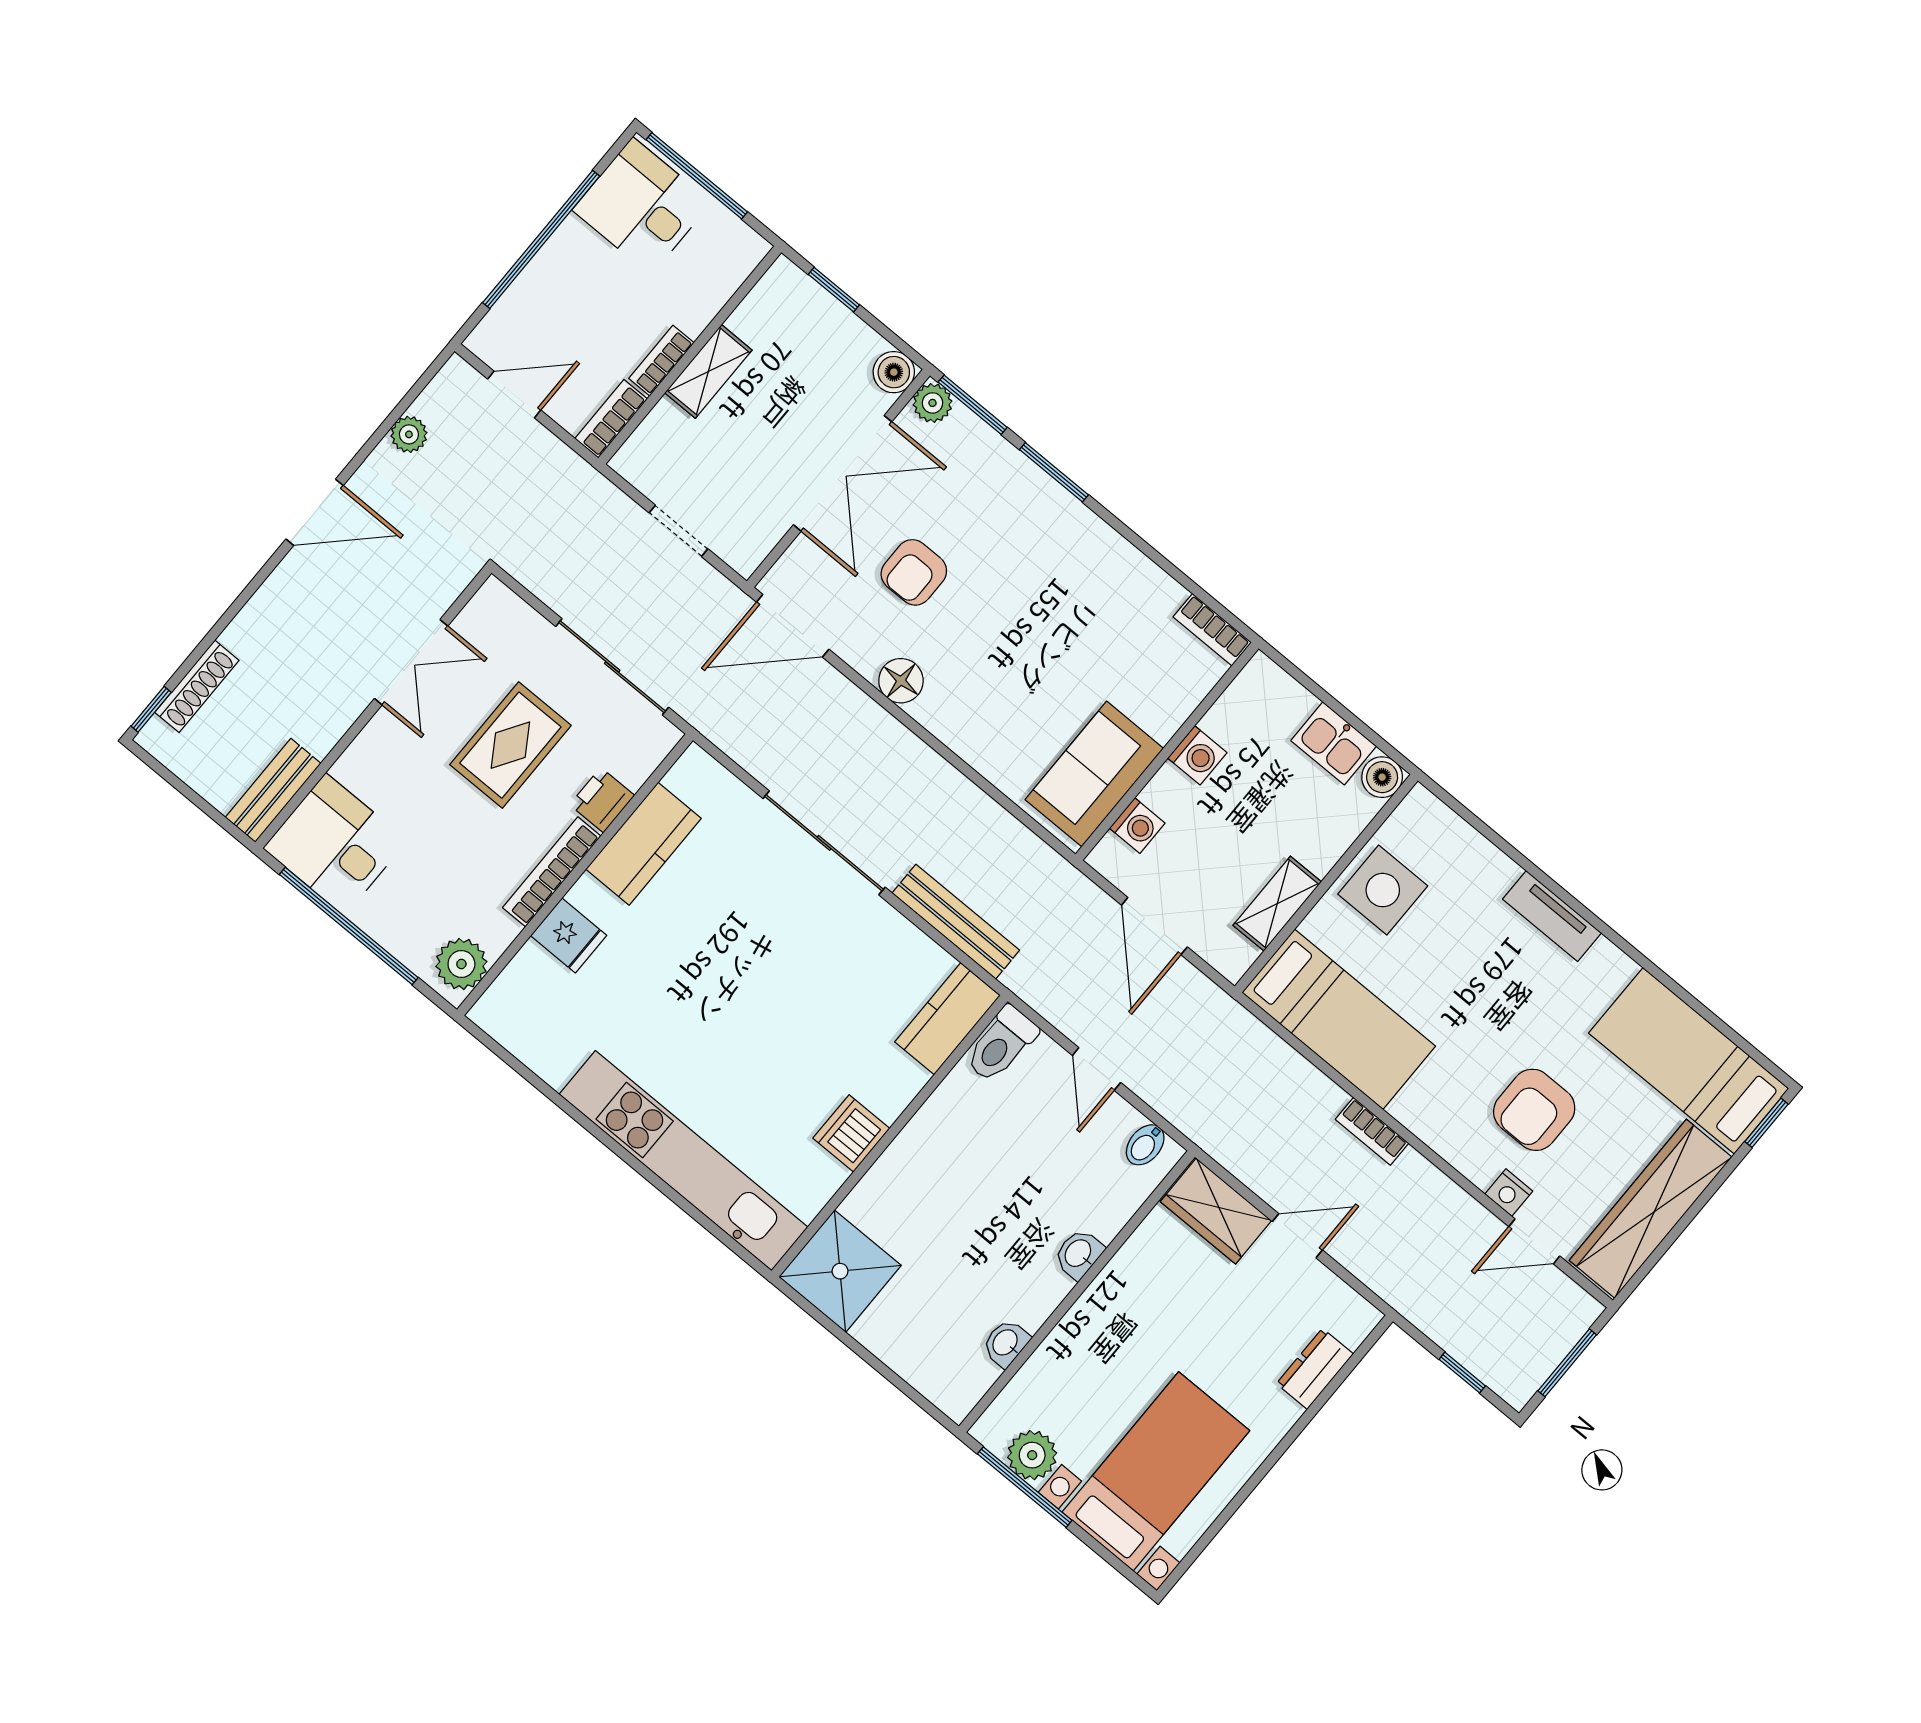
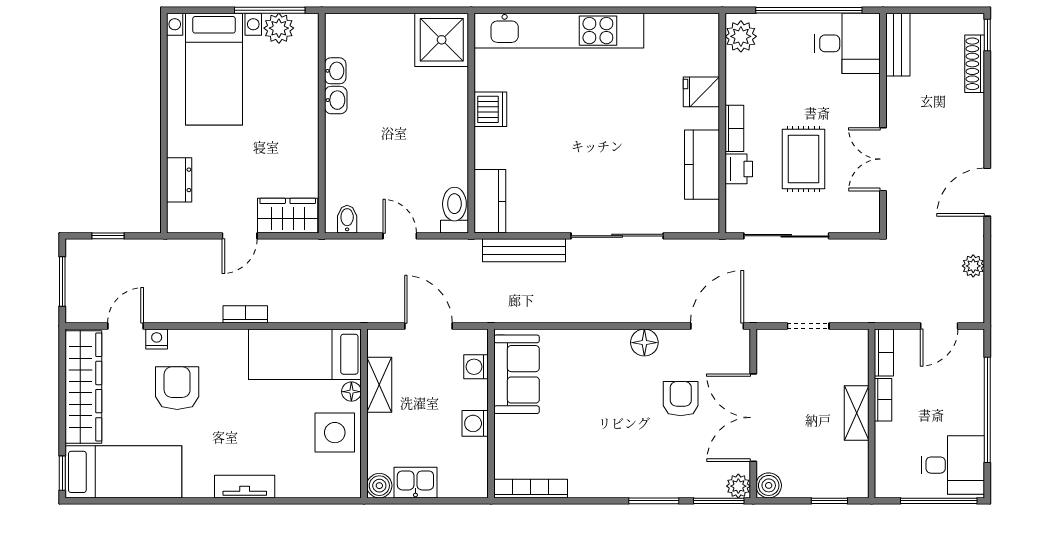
bookcase: (1212, 630) -> (531, 489), width x1.56
bookcase: (552, 872) -> (734, 128), width x0.64
floor lamp: (1319, 924) -> (351, 392), added
washbasin: (1079, 1254) -> (336, 100), moved

